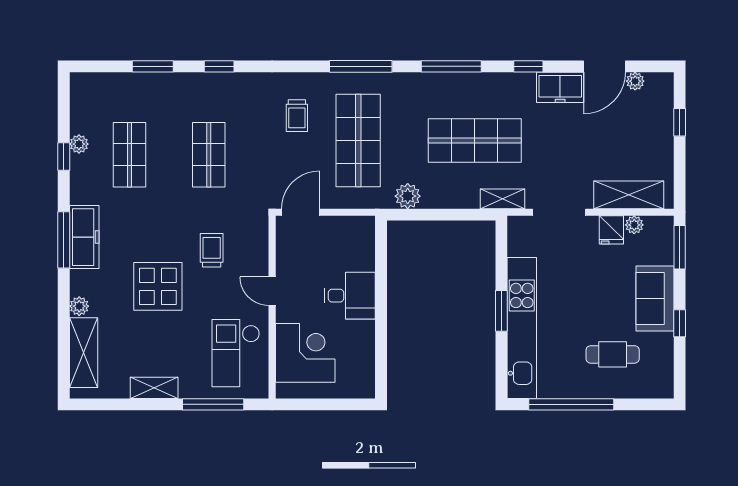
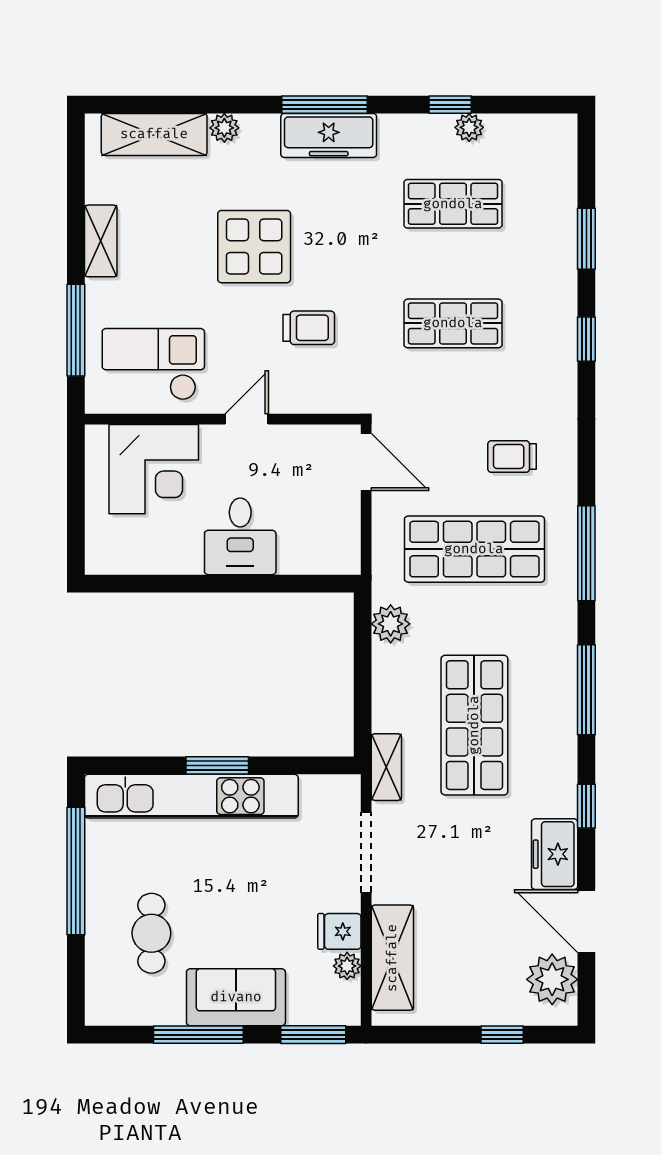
plant: (635, 81) -> (552, 979), width x1.88, depth x1.88
window: (680, 323) -> (198, 1035), width x2.17

